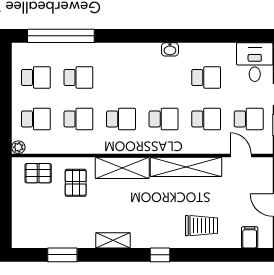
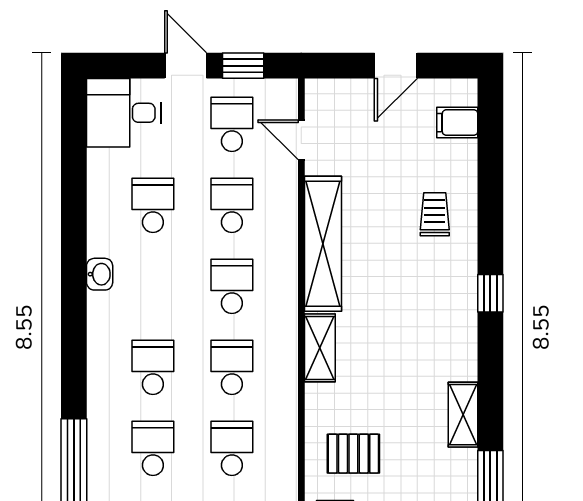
school desk: (121, 77) -> (153, 367), added
door: (241, 155) -> (301, 140), hinge flipped
shelving: (122, 168) -> (320, 348), width x0.67, depth x0.75
trolley: (201, 226) -> (435, 214), width x0.73, depth x0.72
shelving: (113, 240) -> (463, 415), moved

